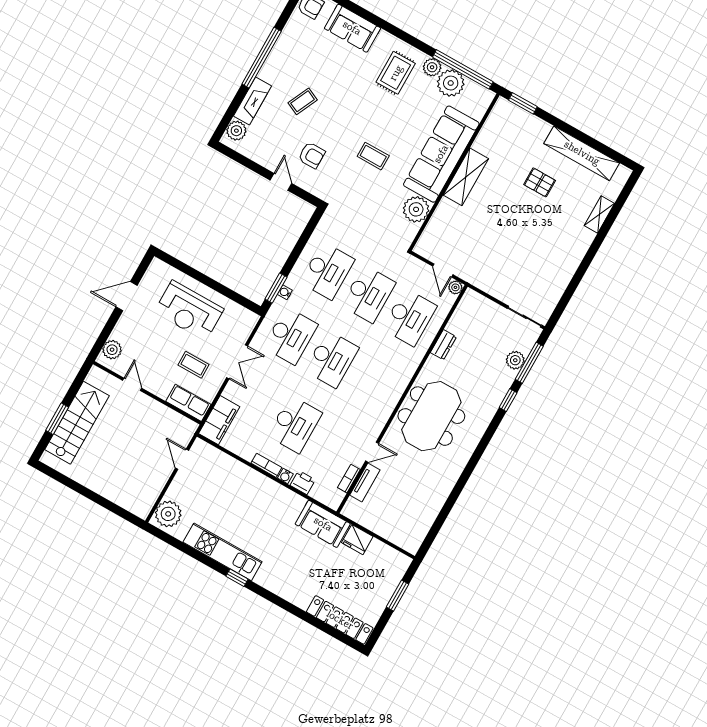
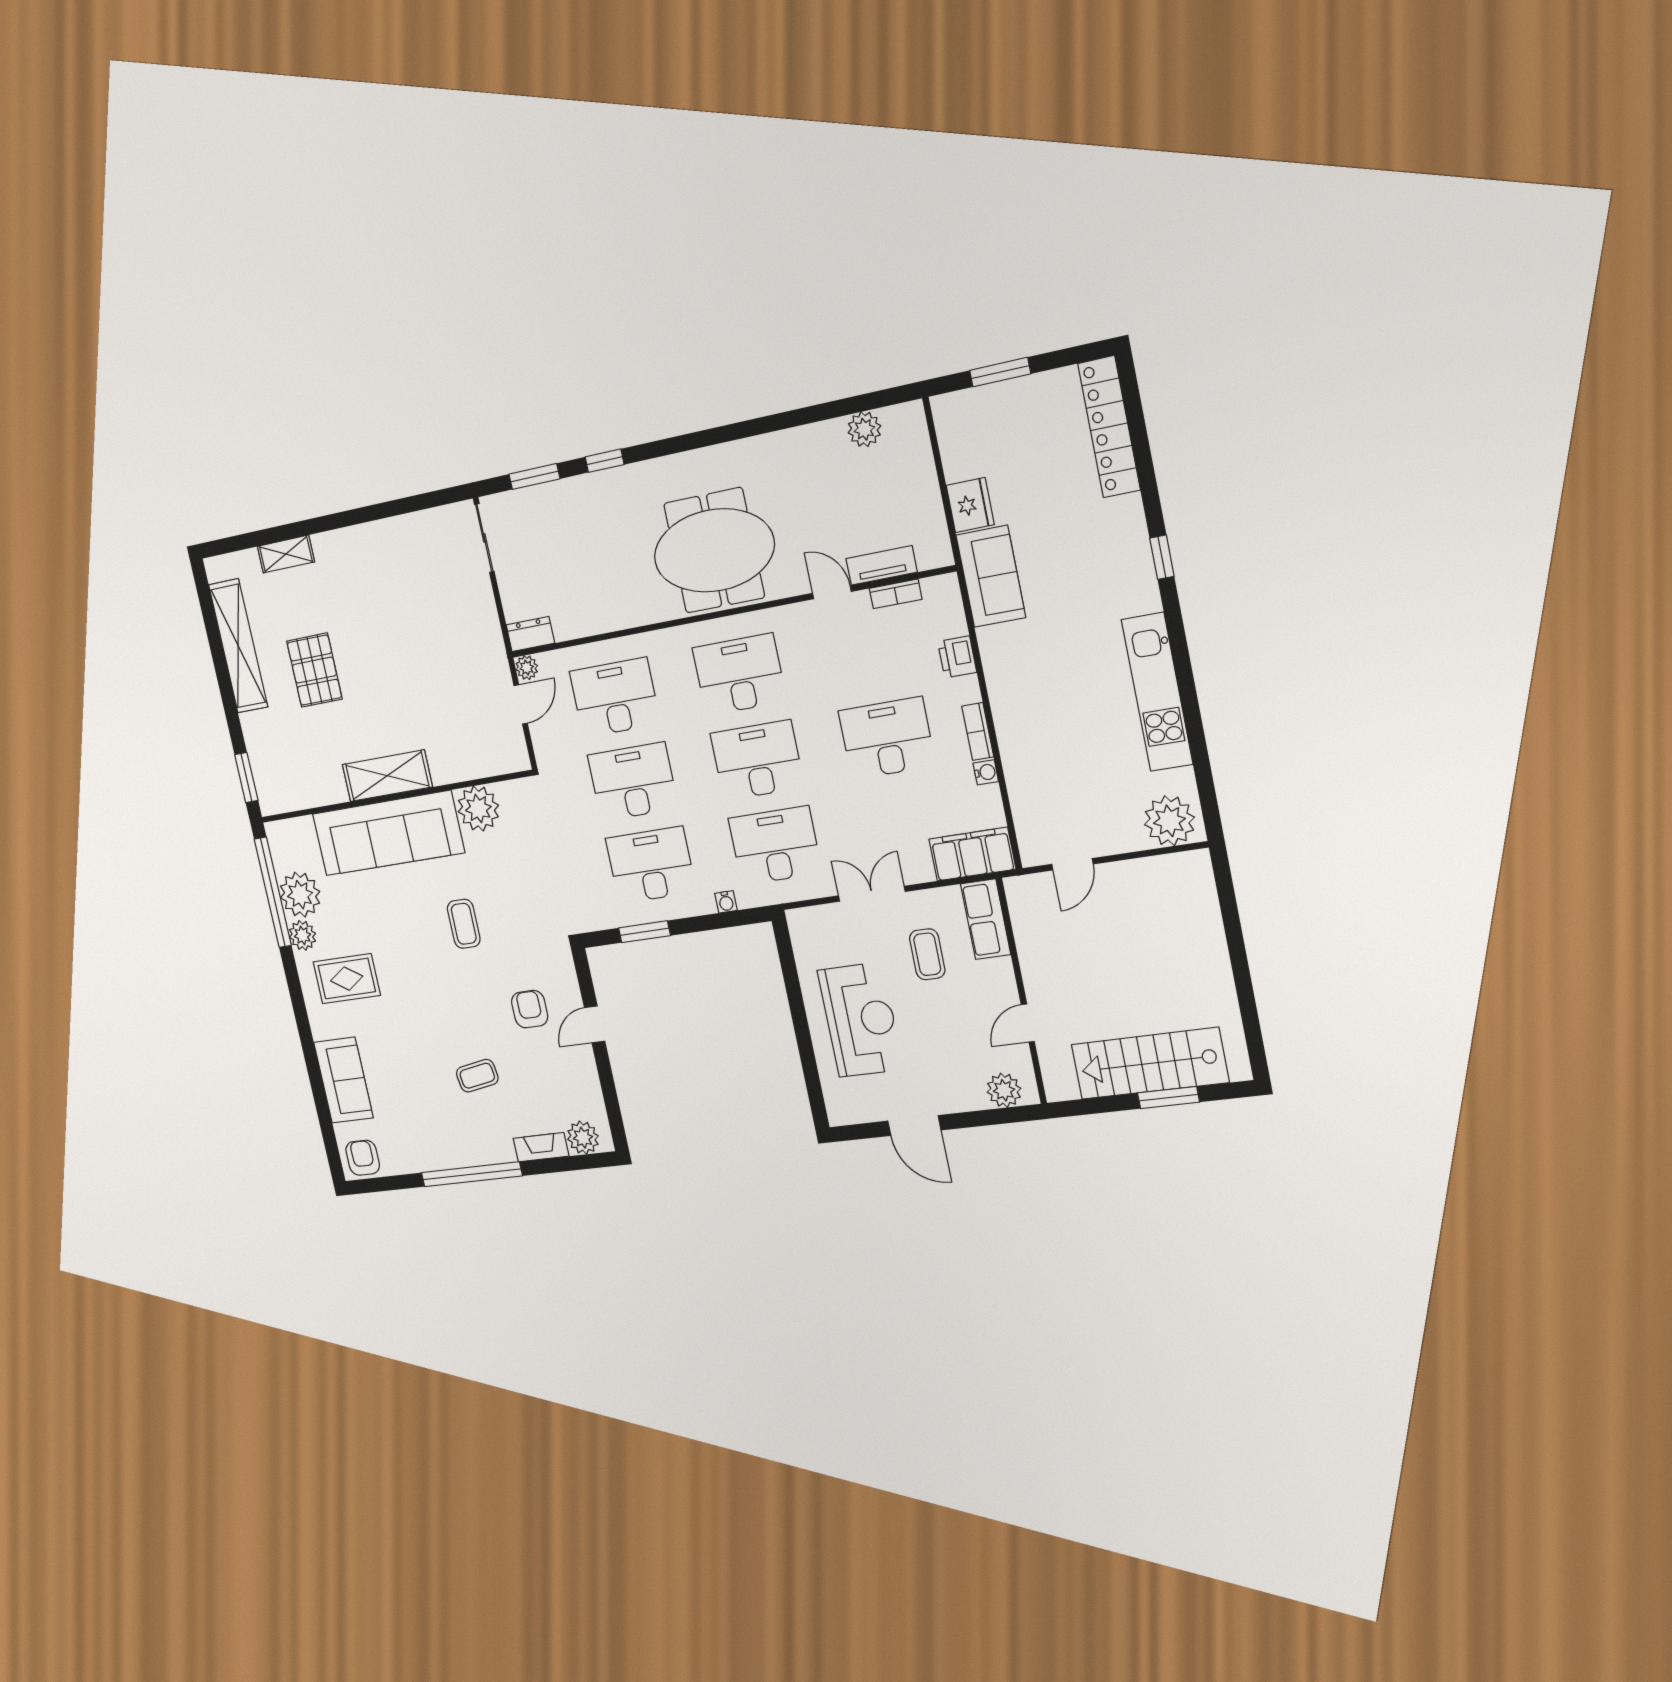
fireplace: (253, 101) -> (541, 1147), width x0.73, depth x0.76
coffee table: (303, 101) -> (477, 1076), turned -34
pallet: (540, 182) -> (314, 670), width x1.50, depth x1.42
window: (276, 288) -> (644, 932), moved
dresser: (443, 345) -> (530, 634), moved
plant: (515, 360) -> (864, 429), moved
window: (529, 363) -> (534, 476), width x0.69
desk: (373, 382) -> (739, 674), added
water cooler: (285, 476) -> (986, 772), moved
window: (237, 578) -> (1162, 557), moved

